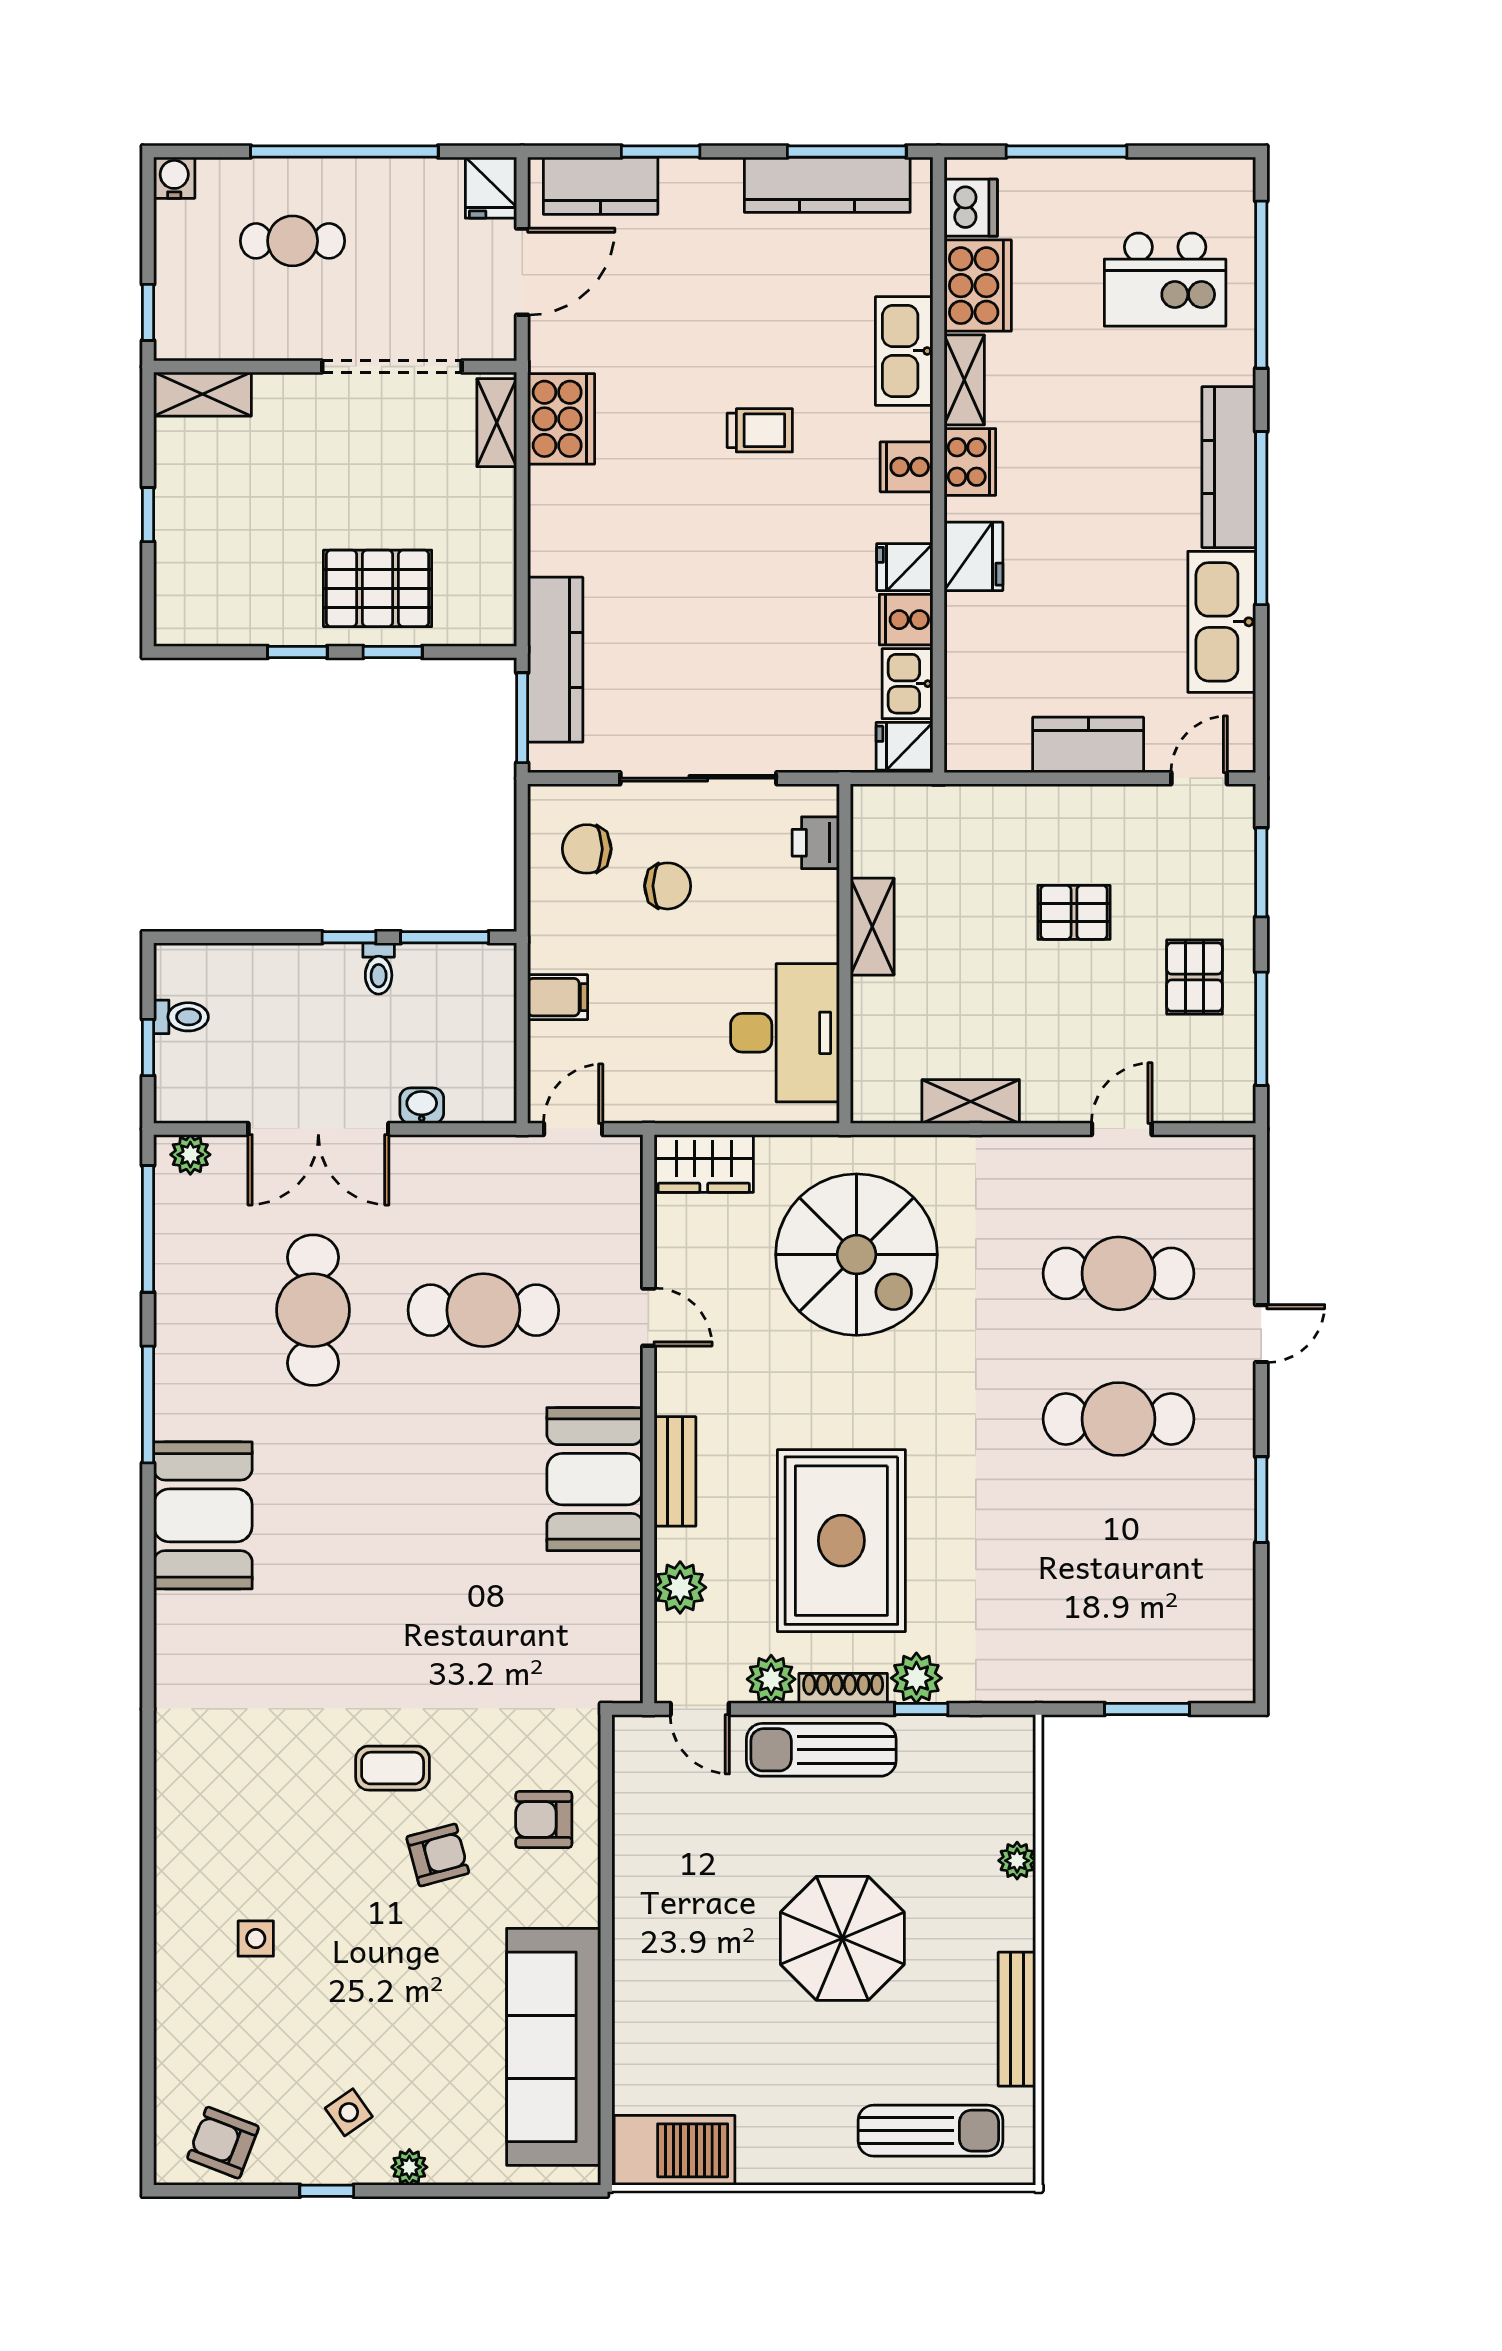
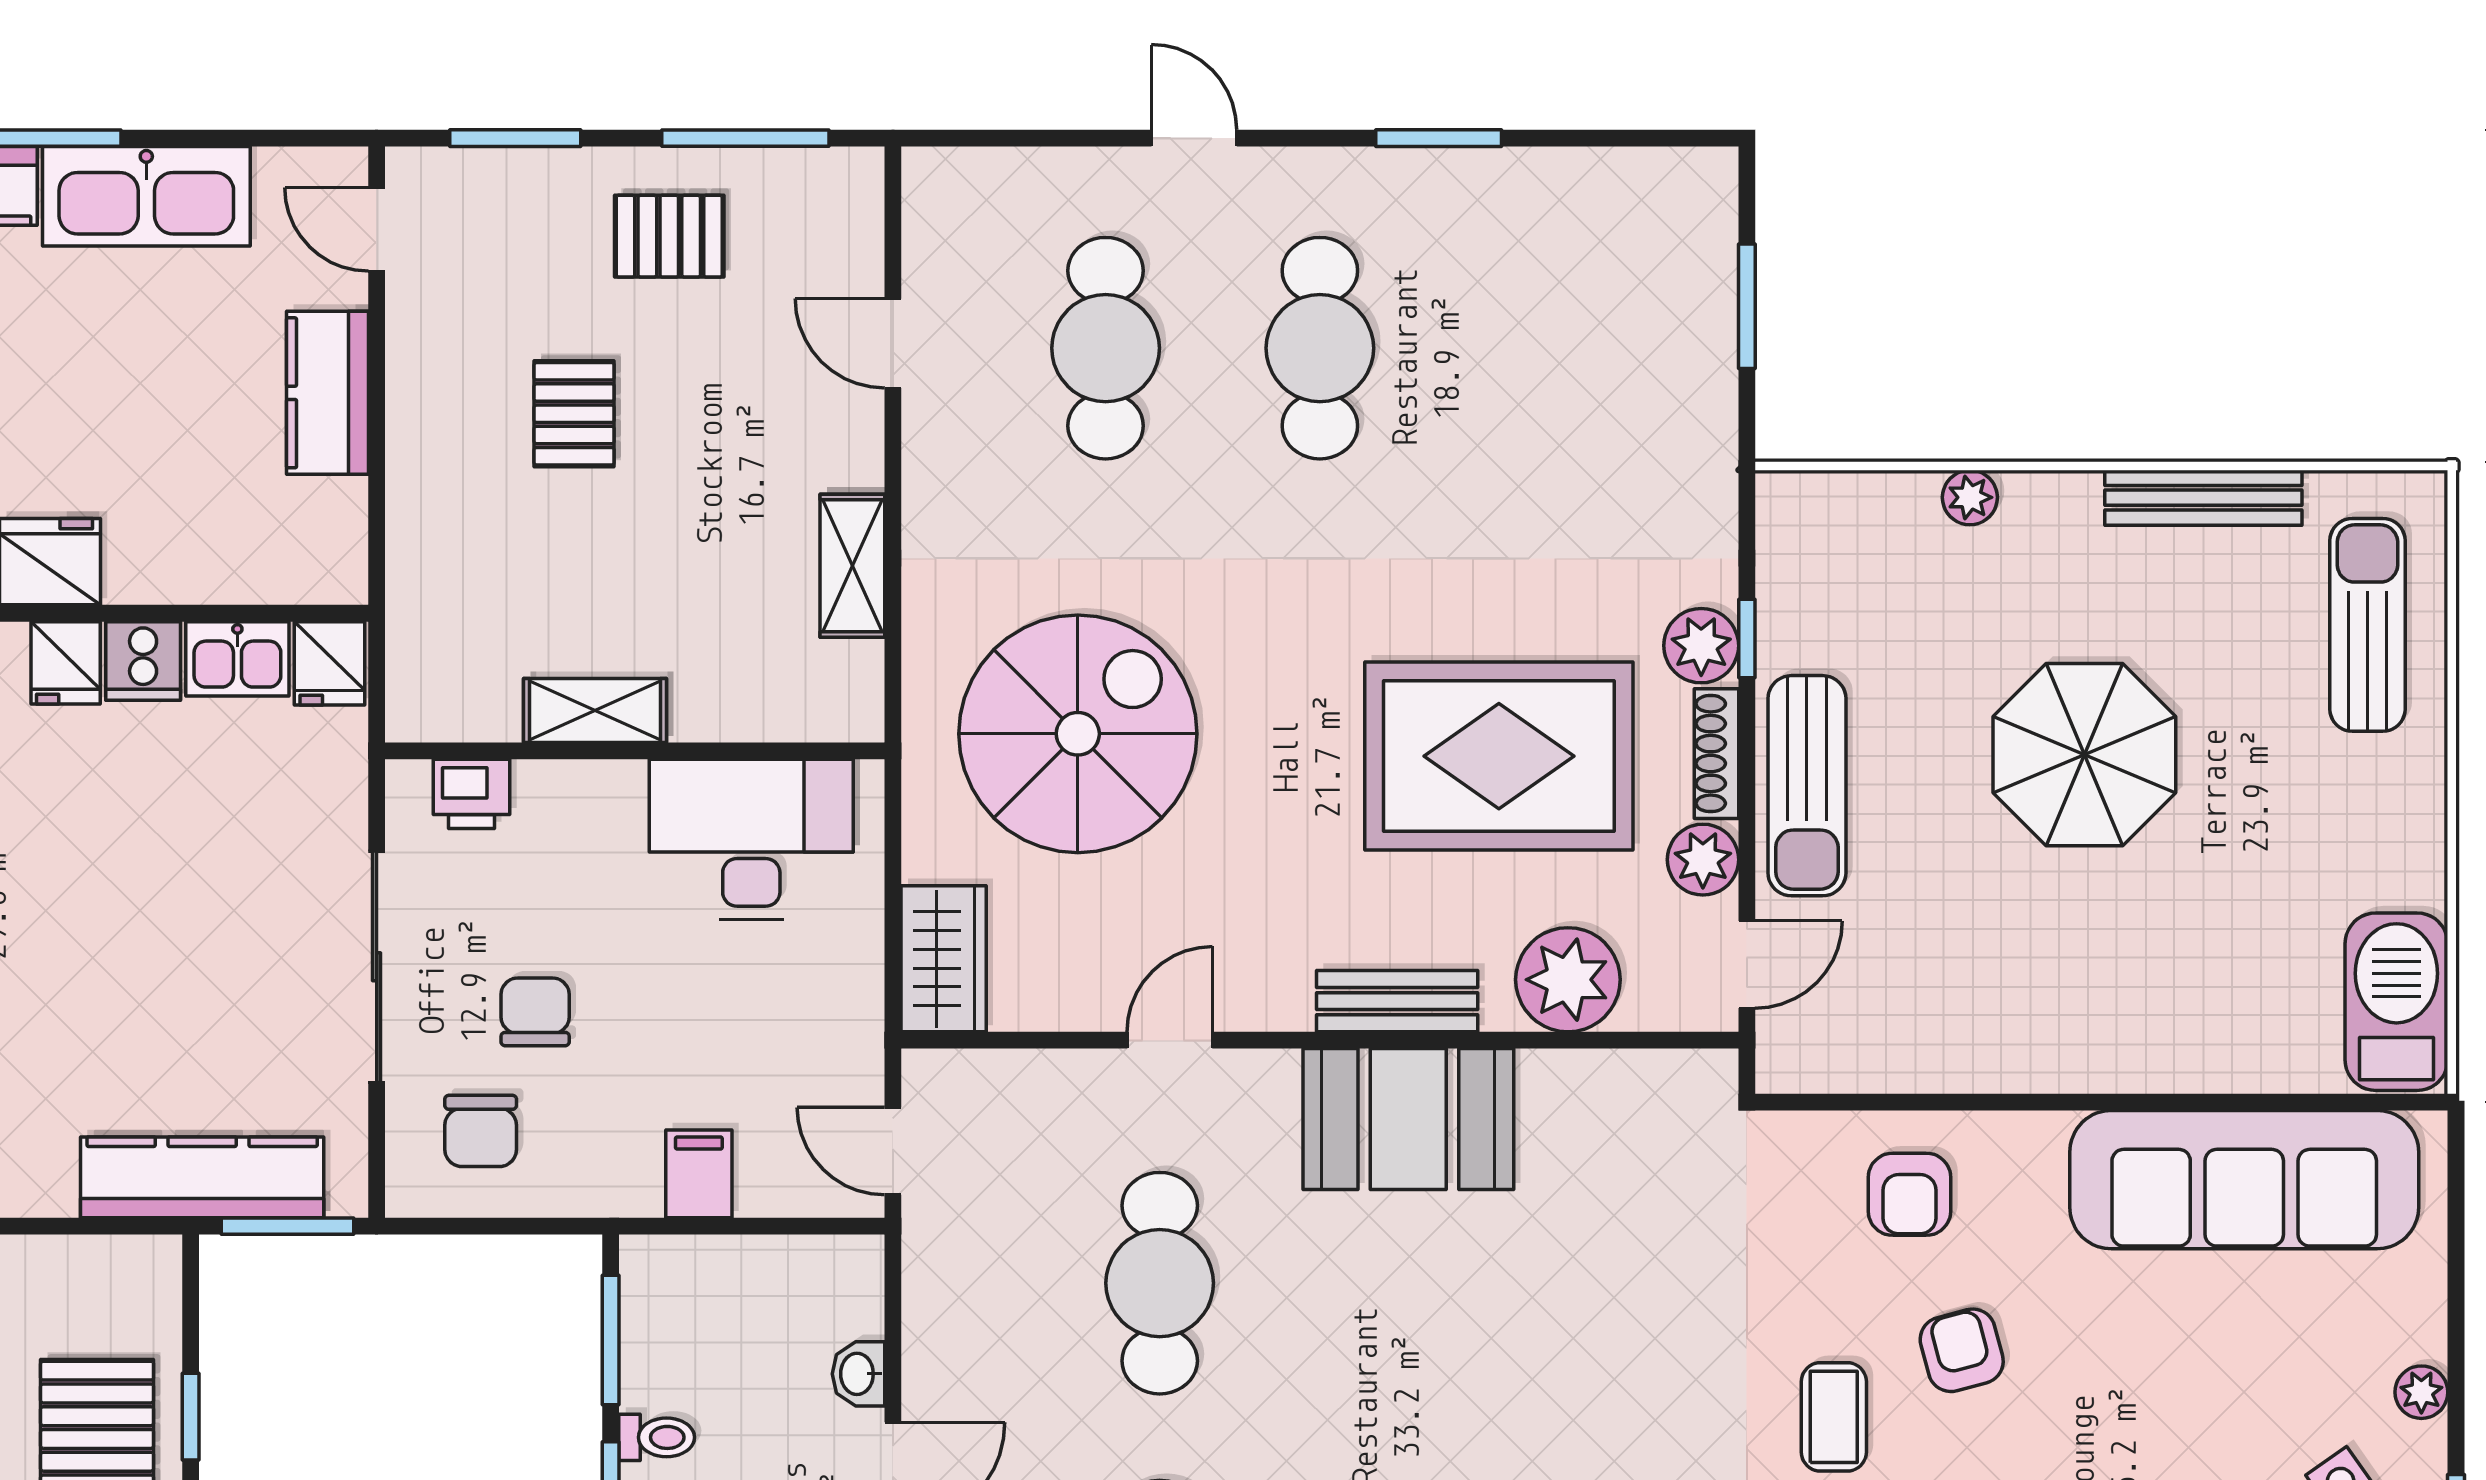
plant: (680, 1587) -> (1568, 980), width x1.36, depth x1.36

